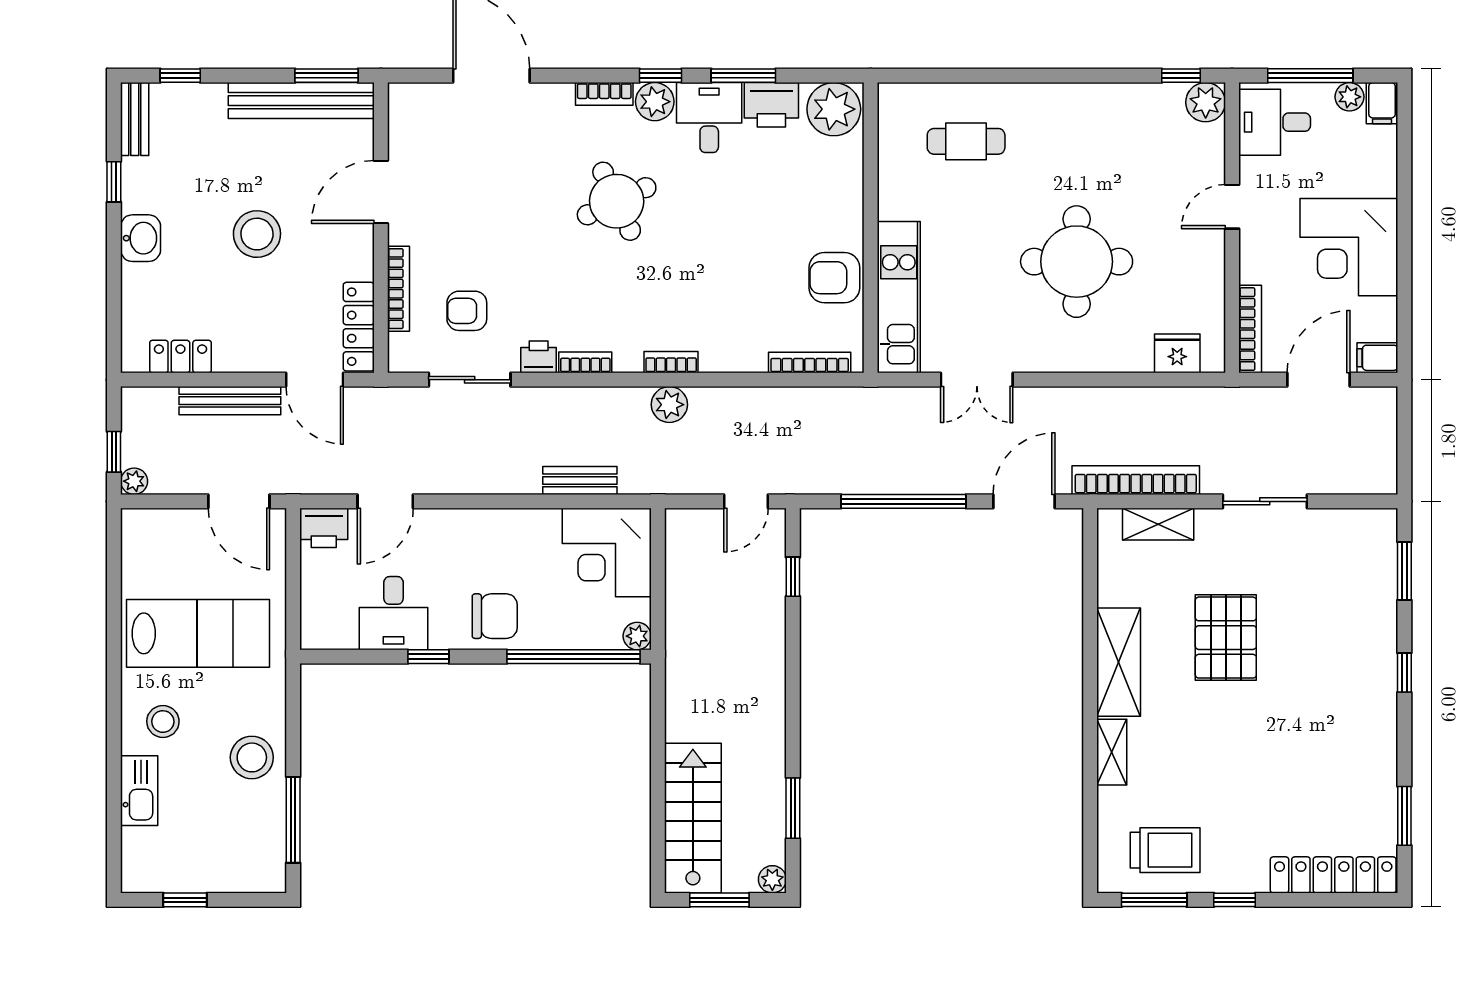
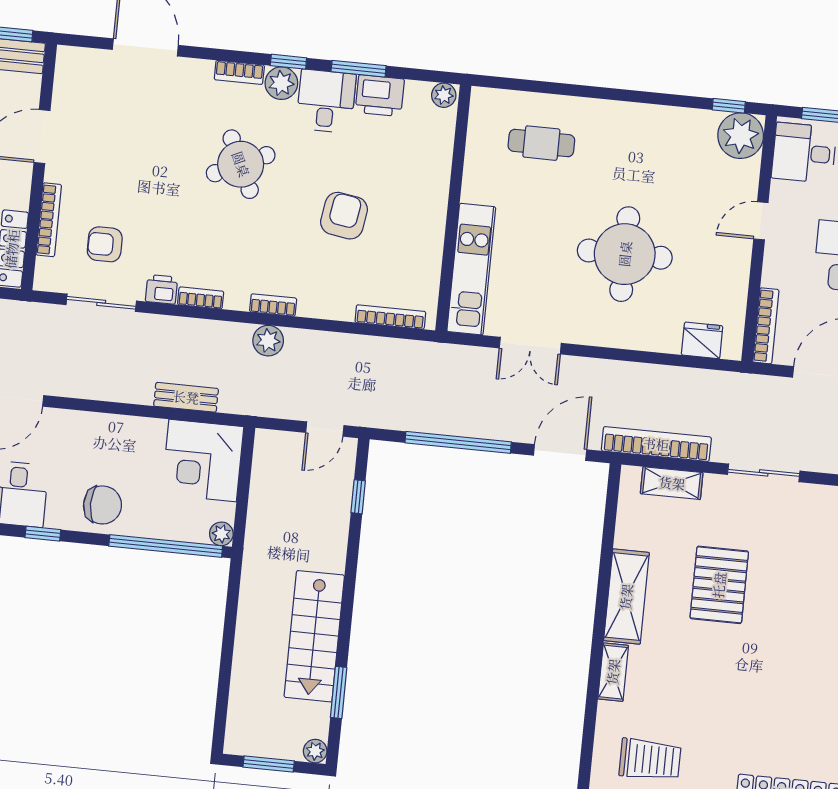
plant: (1206, 102) -> (741, 136), width x1.36, depth x1.36
plant: (834, 109) -> (444, 95), width x0.53, depth x0.53
armchair: (834, 278) -> (344, 216), moved, turned 99
stairs: (693, 818) -> (314, 636), moved, turned 180

